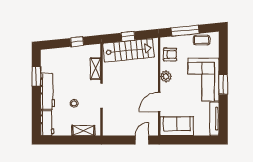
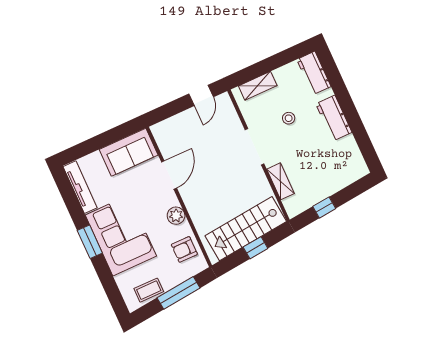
window: (36, 76) -> (360, 132), removed
workbench: (48, 91) -> (334, 118), width x0.73
door: (142, 140) -> (201, 95), moved

